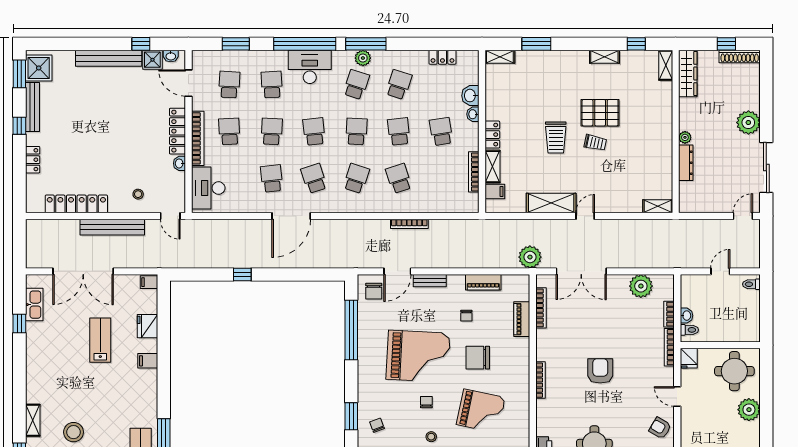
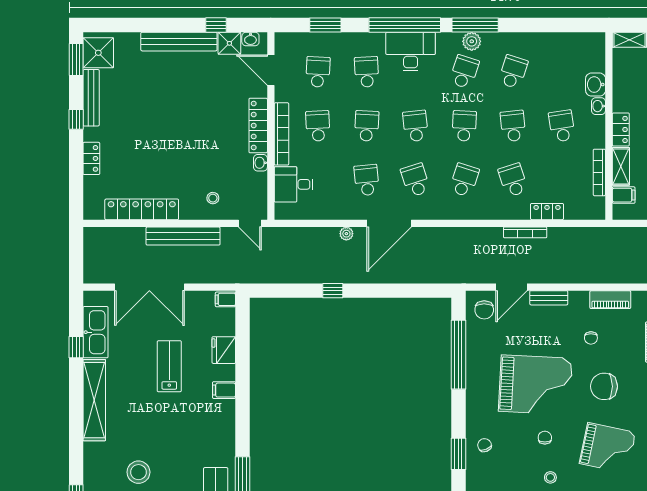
locker: (442, 57) -> (547, 212), moved, turned 180
desk: (208, 188) -> (294, 184), width x0.73
plant: (254, 225) -> (346, 234), added
kitchen sink: (34, 305) -> (96, 332), width x1.36, depth x1.24
shelving: (33, 420) -> (94, 400), moved, width x2.20, depth x1.33
chair: (377, 425) -> (485, 445), moved

